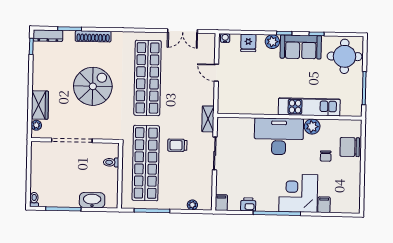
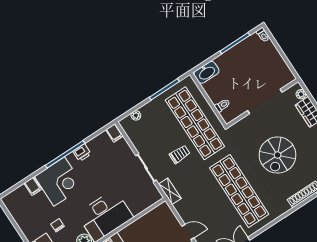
washbasin: (92, 200) -> (206, 72), moved
printer: (248, 204) -> (82, 153), moved

